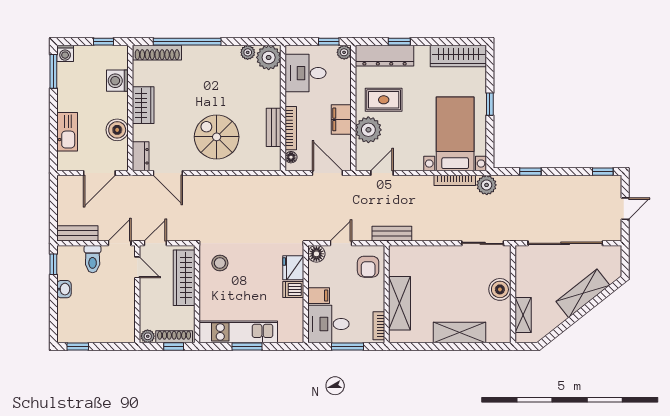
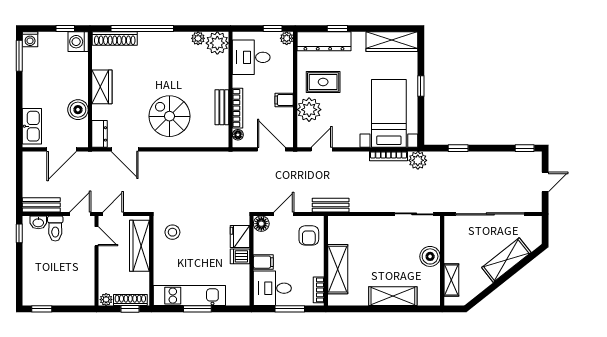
washing machine: (117, 81) -> (78, 42), moved
filing cabinet: (341, 119) -> (284, 100), width x0.50
kitchen sink: (67, 132) -> (32, 126), moved
washbasin: (64, 289) -> (38, 222), moved, turned 90

